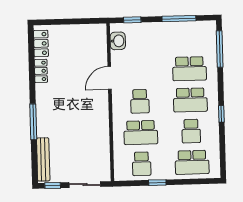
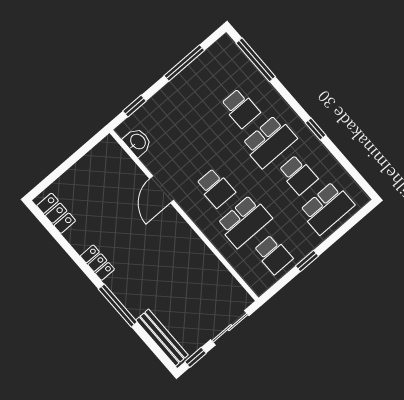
school desk: (189, 69) -> (240, 108), width x0.54
locker: (41, 71) -> (97, 263), moved

